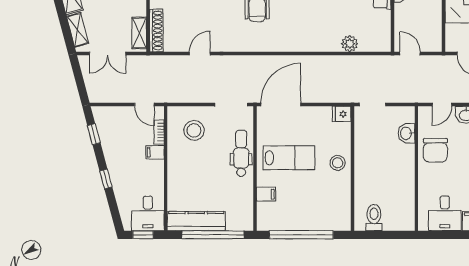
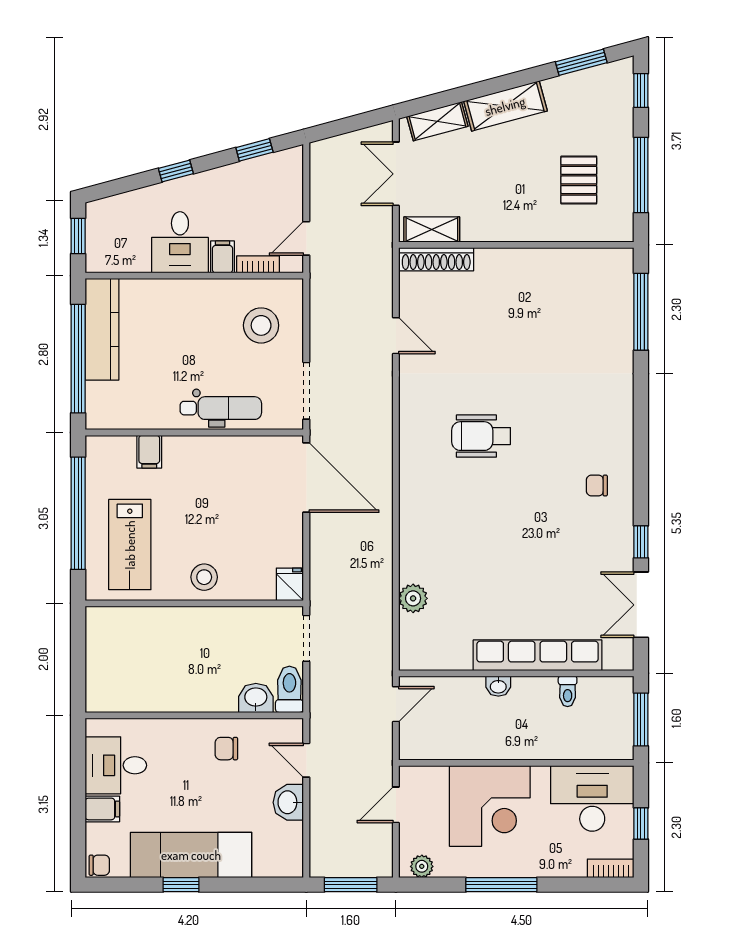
chair: (435, 150) -> (226, 749), width x0.54, depth x0.54
lab bench: (289, 158) -> (130, 545), moved
desk: (148, 213) -> (180, 242), moved, turned -90
toilet: (374, 218) -> (289, 689), moved, turned -90

